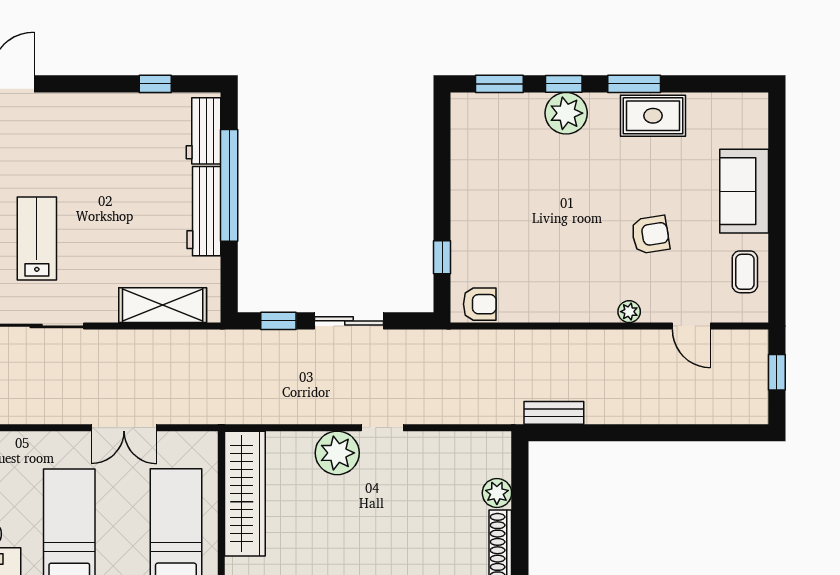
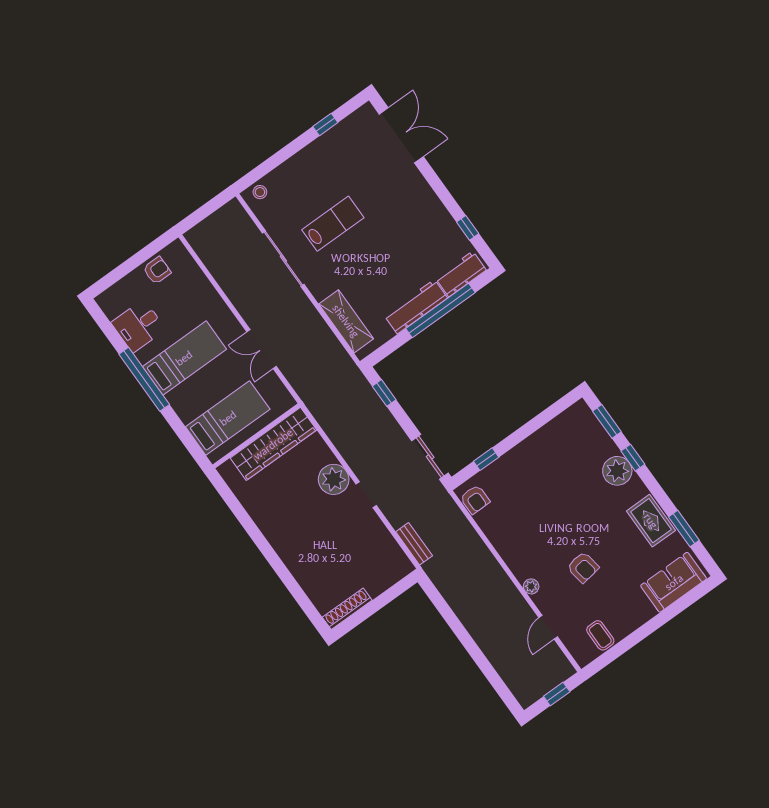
window: (634, 84) -> (684, 529), moved
sofa: (744, 191) -> (674, 582), moved
coffee table: (745, 272) -> (600, 635), turned 90
sliding door: (349, 321) -> (430, 457), moved
bench: (554, 413) -> (414, 544), moved
plant: (497, 493) -> (376, 585), removed

